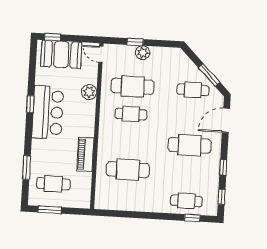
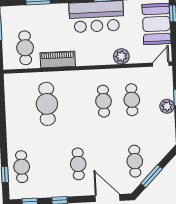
cafe table: (133, 86) -> (132, 100), width x0.73, depth x0.74
cafe table: (190, 145) -> (78, 164), width x0.73, depth x0.74
cafe table: (53, 184) -> (25, 48), moved

